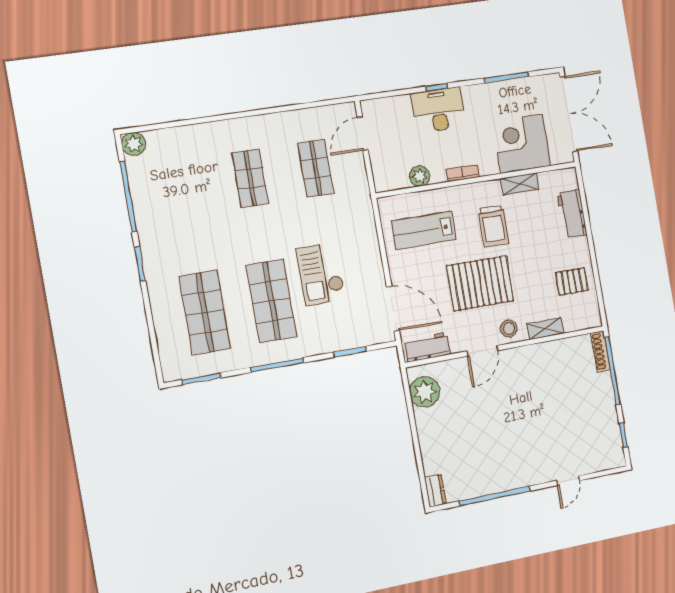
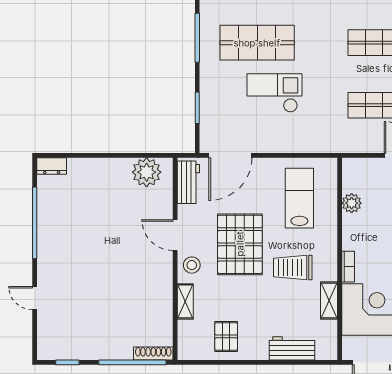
bookcase: (462, 173) -> (348, 267), moved

